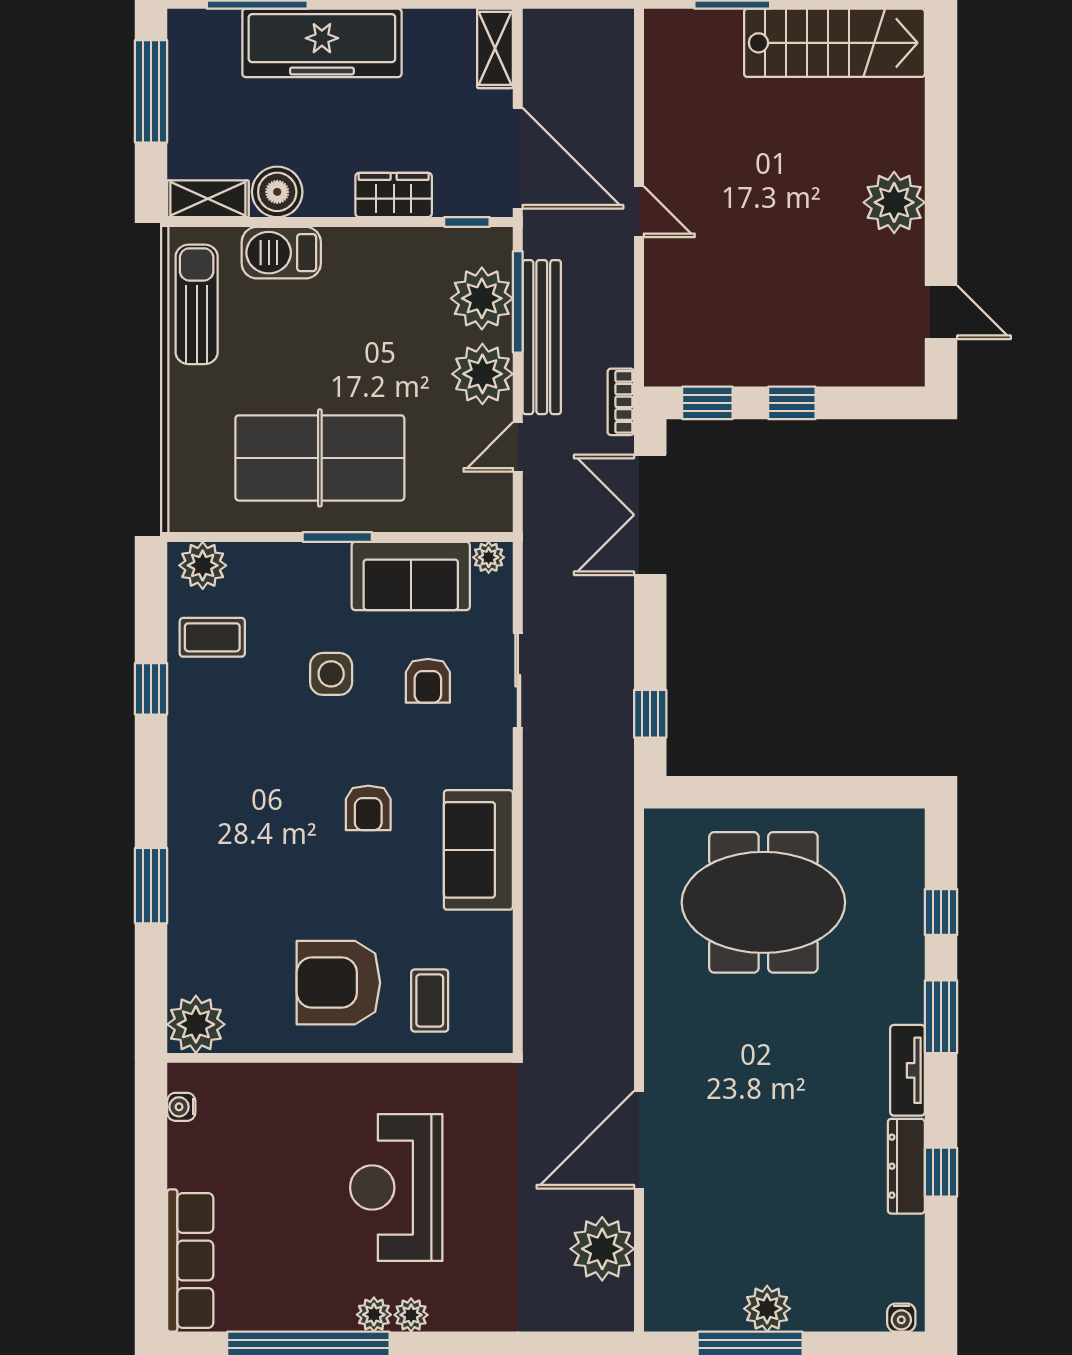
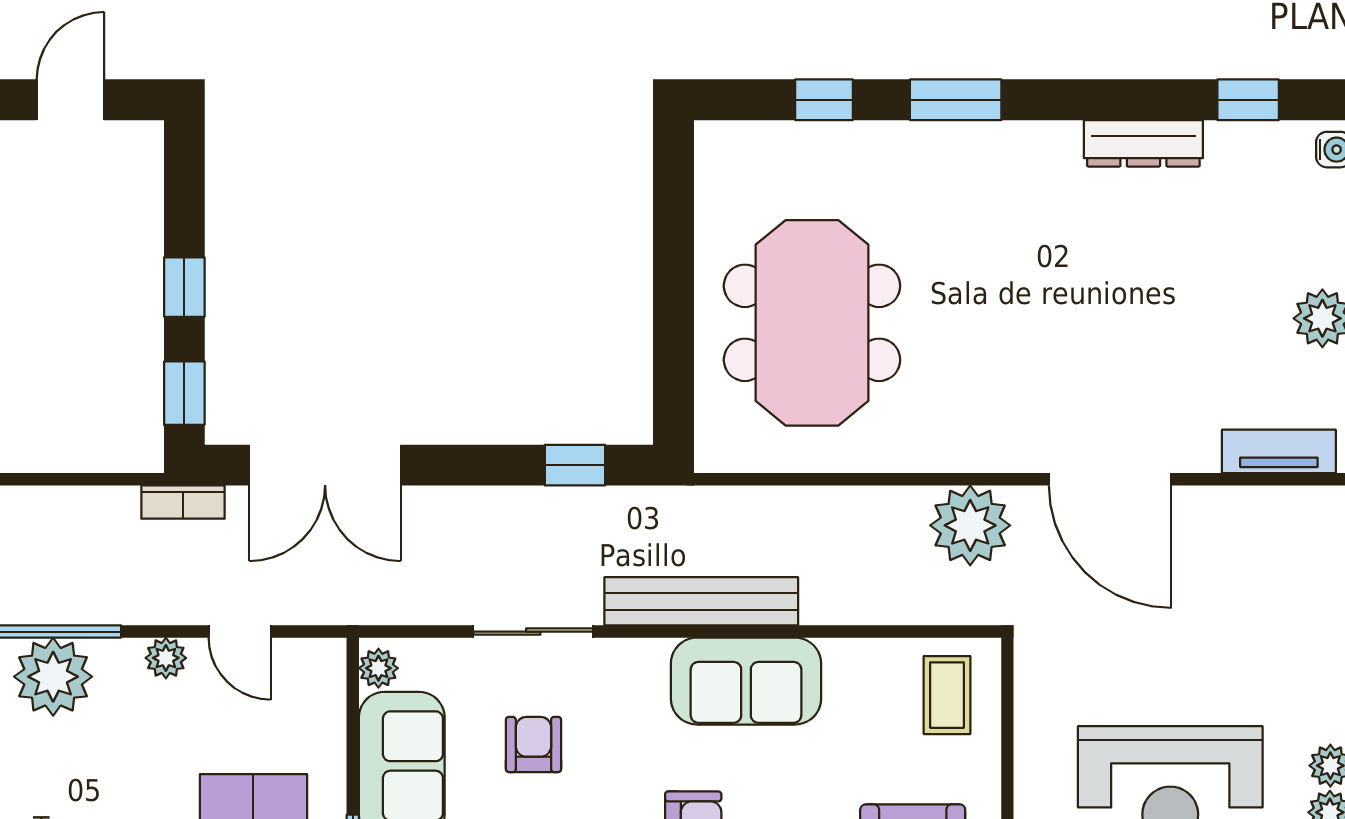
bench: (542, 337) -> (701, 601), moved
plant: (482, 374) -> (166, 658), width x0.53, depth x0.53
armchair: (428, 681) -> (533, 745), turned -90
coffee table: (430, 1001) -> (947, 695), moved, turned 90
tv unit: (908, 1070) -> (1279, 451), moved, turned 180
window: (941, 1172) -> (1248, 100), moved
plant: (602, 1249) -> (970, 525), moved

